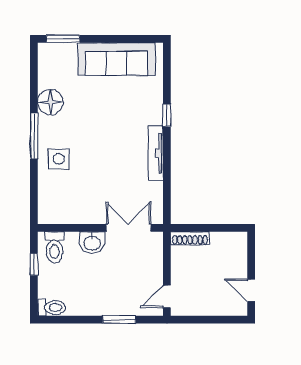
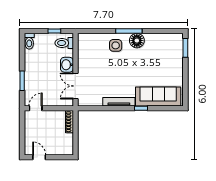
sofa: (116, 59) -> (158, 97), moved, turned 90
floor lamp: (50, 102) -> (137, 41), moved
double door: (129, 228) -> (75, 86), swing flipped
door: (251, 290) -> (39, 157), hinge flipped
door: (167, 296) -> (36, 108), hinge flipped

